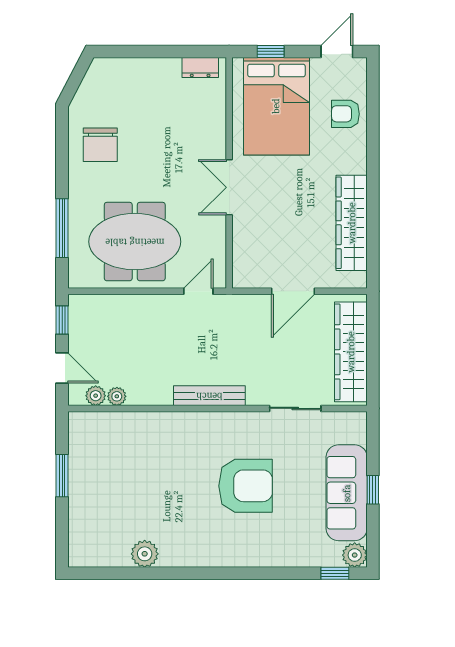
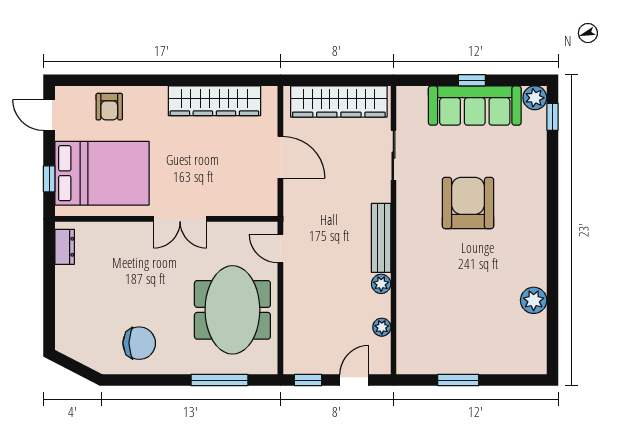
plant: (96, 396) -> (381, 284), moved

